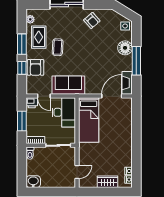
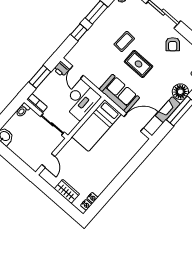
rug: (39, 37) -> (139, 64), moved, turned 90
armchair: (35, 67) -> (91, 42), removed
fireplace: (127, 83) -> (168, 110), moved
sofa: (68, 85) -> (119, 94), moved
door: (77, 172) -> (48, 161), hinge flipped

